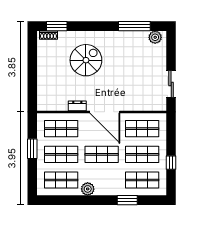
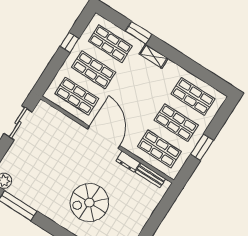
bench: (55, 106) -> (151, 175), added
shop shelf: (102, 154) -> (135, 96), removed
plant: (88, 189) -> (172, 70), removed
shelving: (106, 190) -> (154, 56), added

